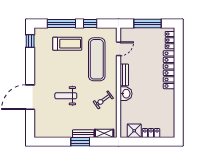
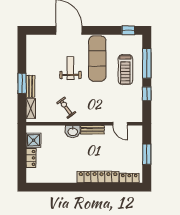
window: (147, 24) -> (147, 154), width x0.69
exercise mat: (97, 59) -> (97, 59), moved, turned 90

